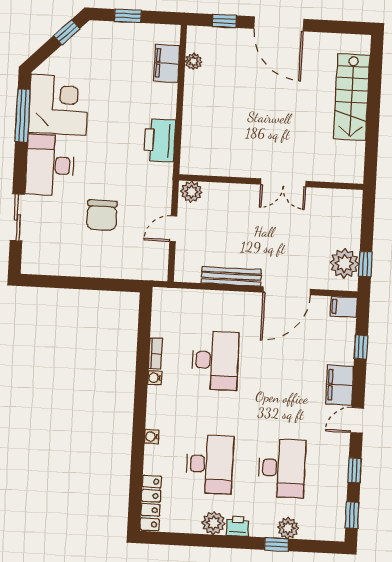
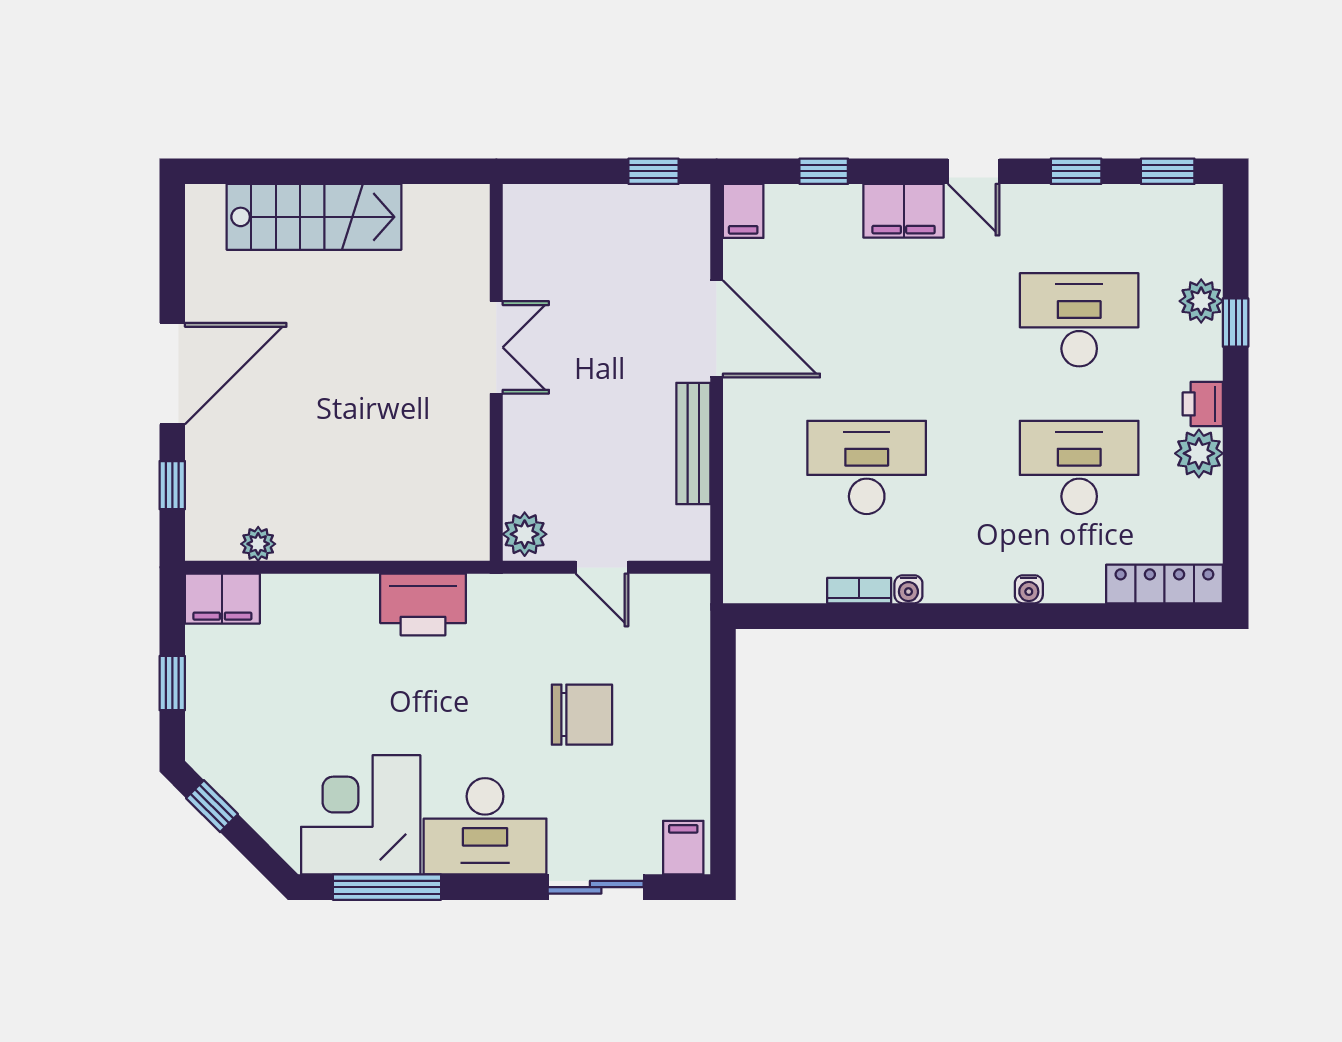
filing cabinet: (167, 63) -> (222, 599), moved
filing cabinet: (34, 261) -> (683, 848), added
plant: (344, 263) -> (655, 214), removed

